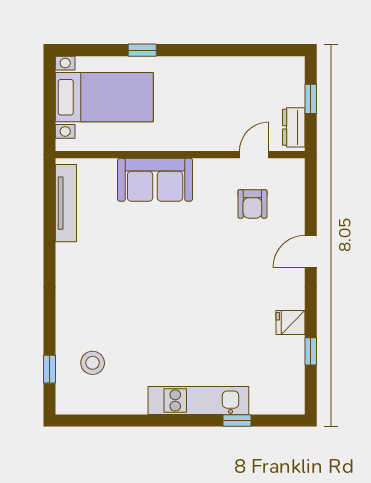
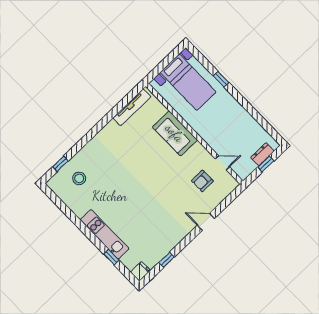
dresser: (294, 127) -> (262, 154), moved
fridge: (290, 323) -> (140, 271), moved, turned 90

